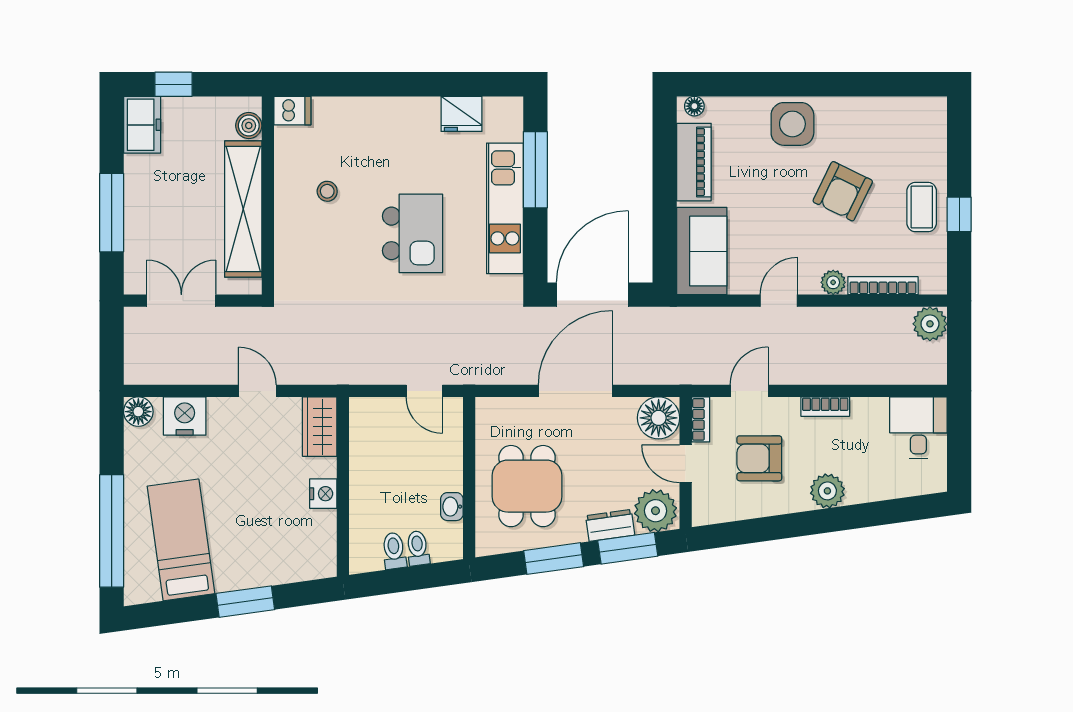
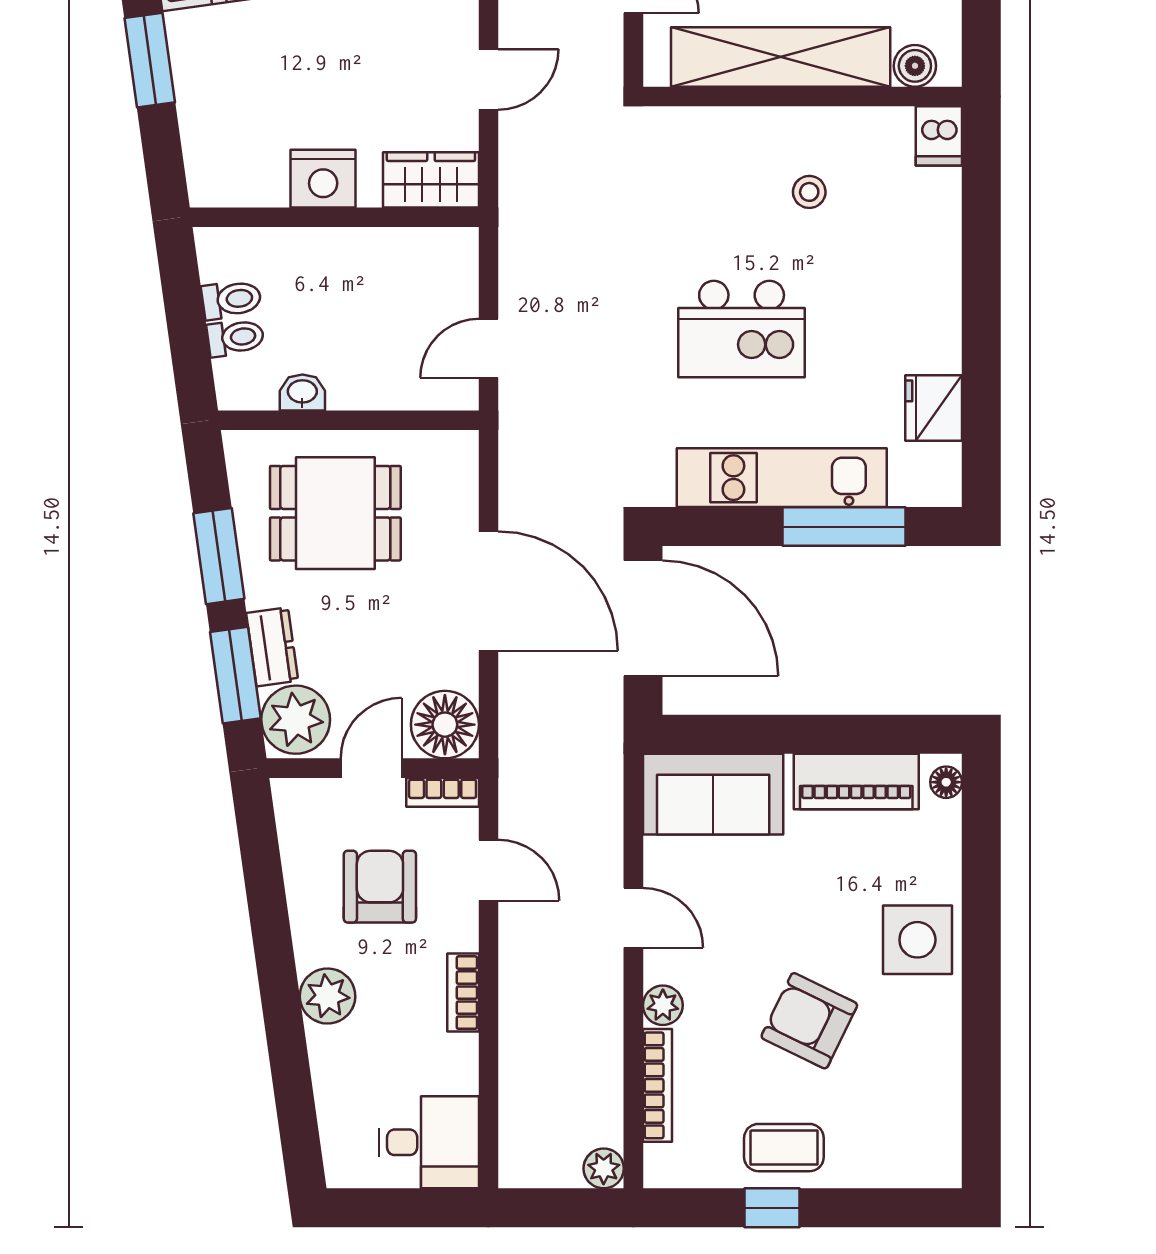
plant: (930, 324) -> (604, 1168), width x0.73, depth x0.73
nightstand: (323, 494) -> (323, 179), width x1.36, depth x1.33

